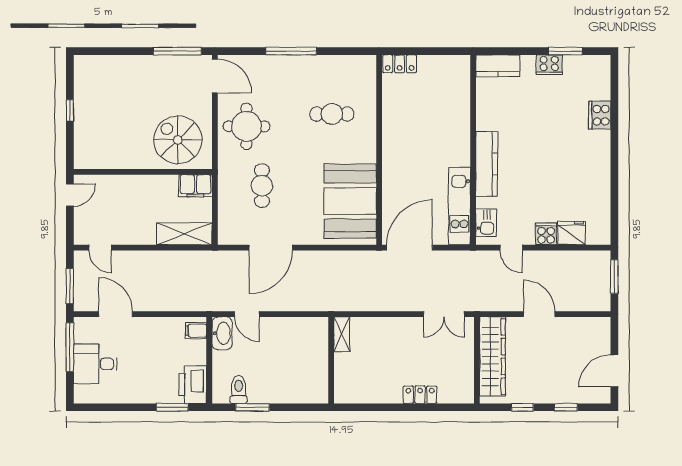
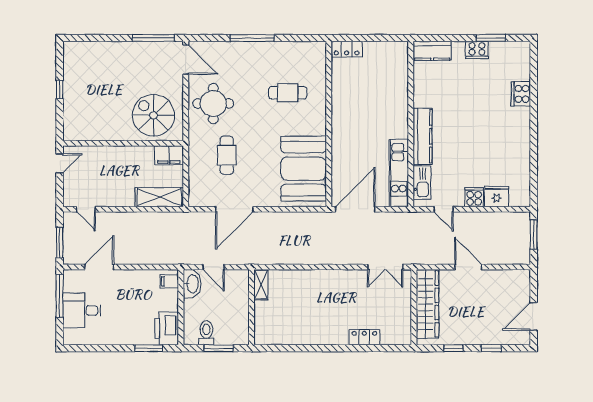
kitchen sink: (486, 223) -> (422, 183), width x1.38
door: (116, 314) -> (99, 267), hinge flipped
shelving: (342, 334) -> (261, 285), moved
wall: (331, 360) -> (252, 307), moved

